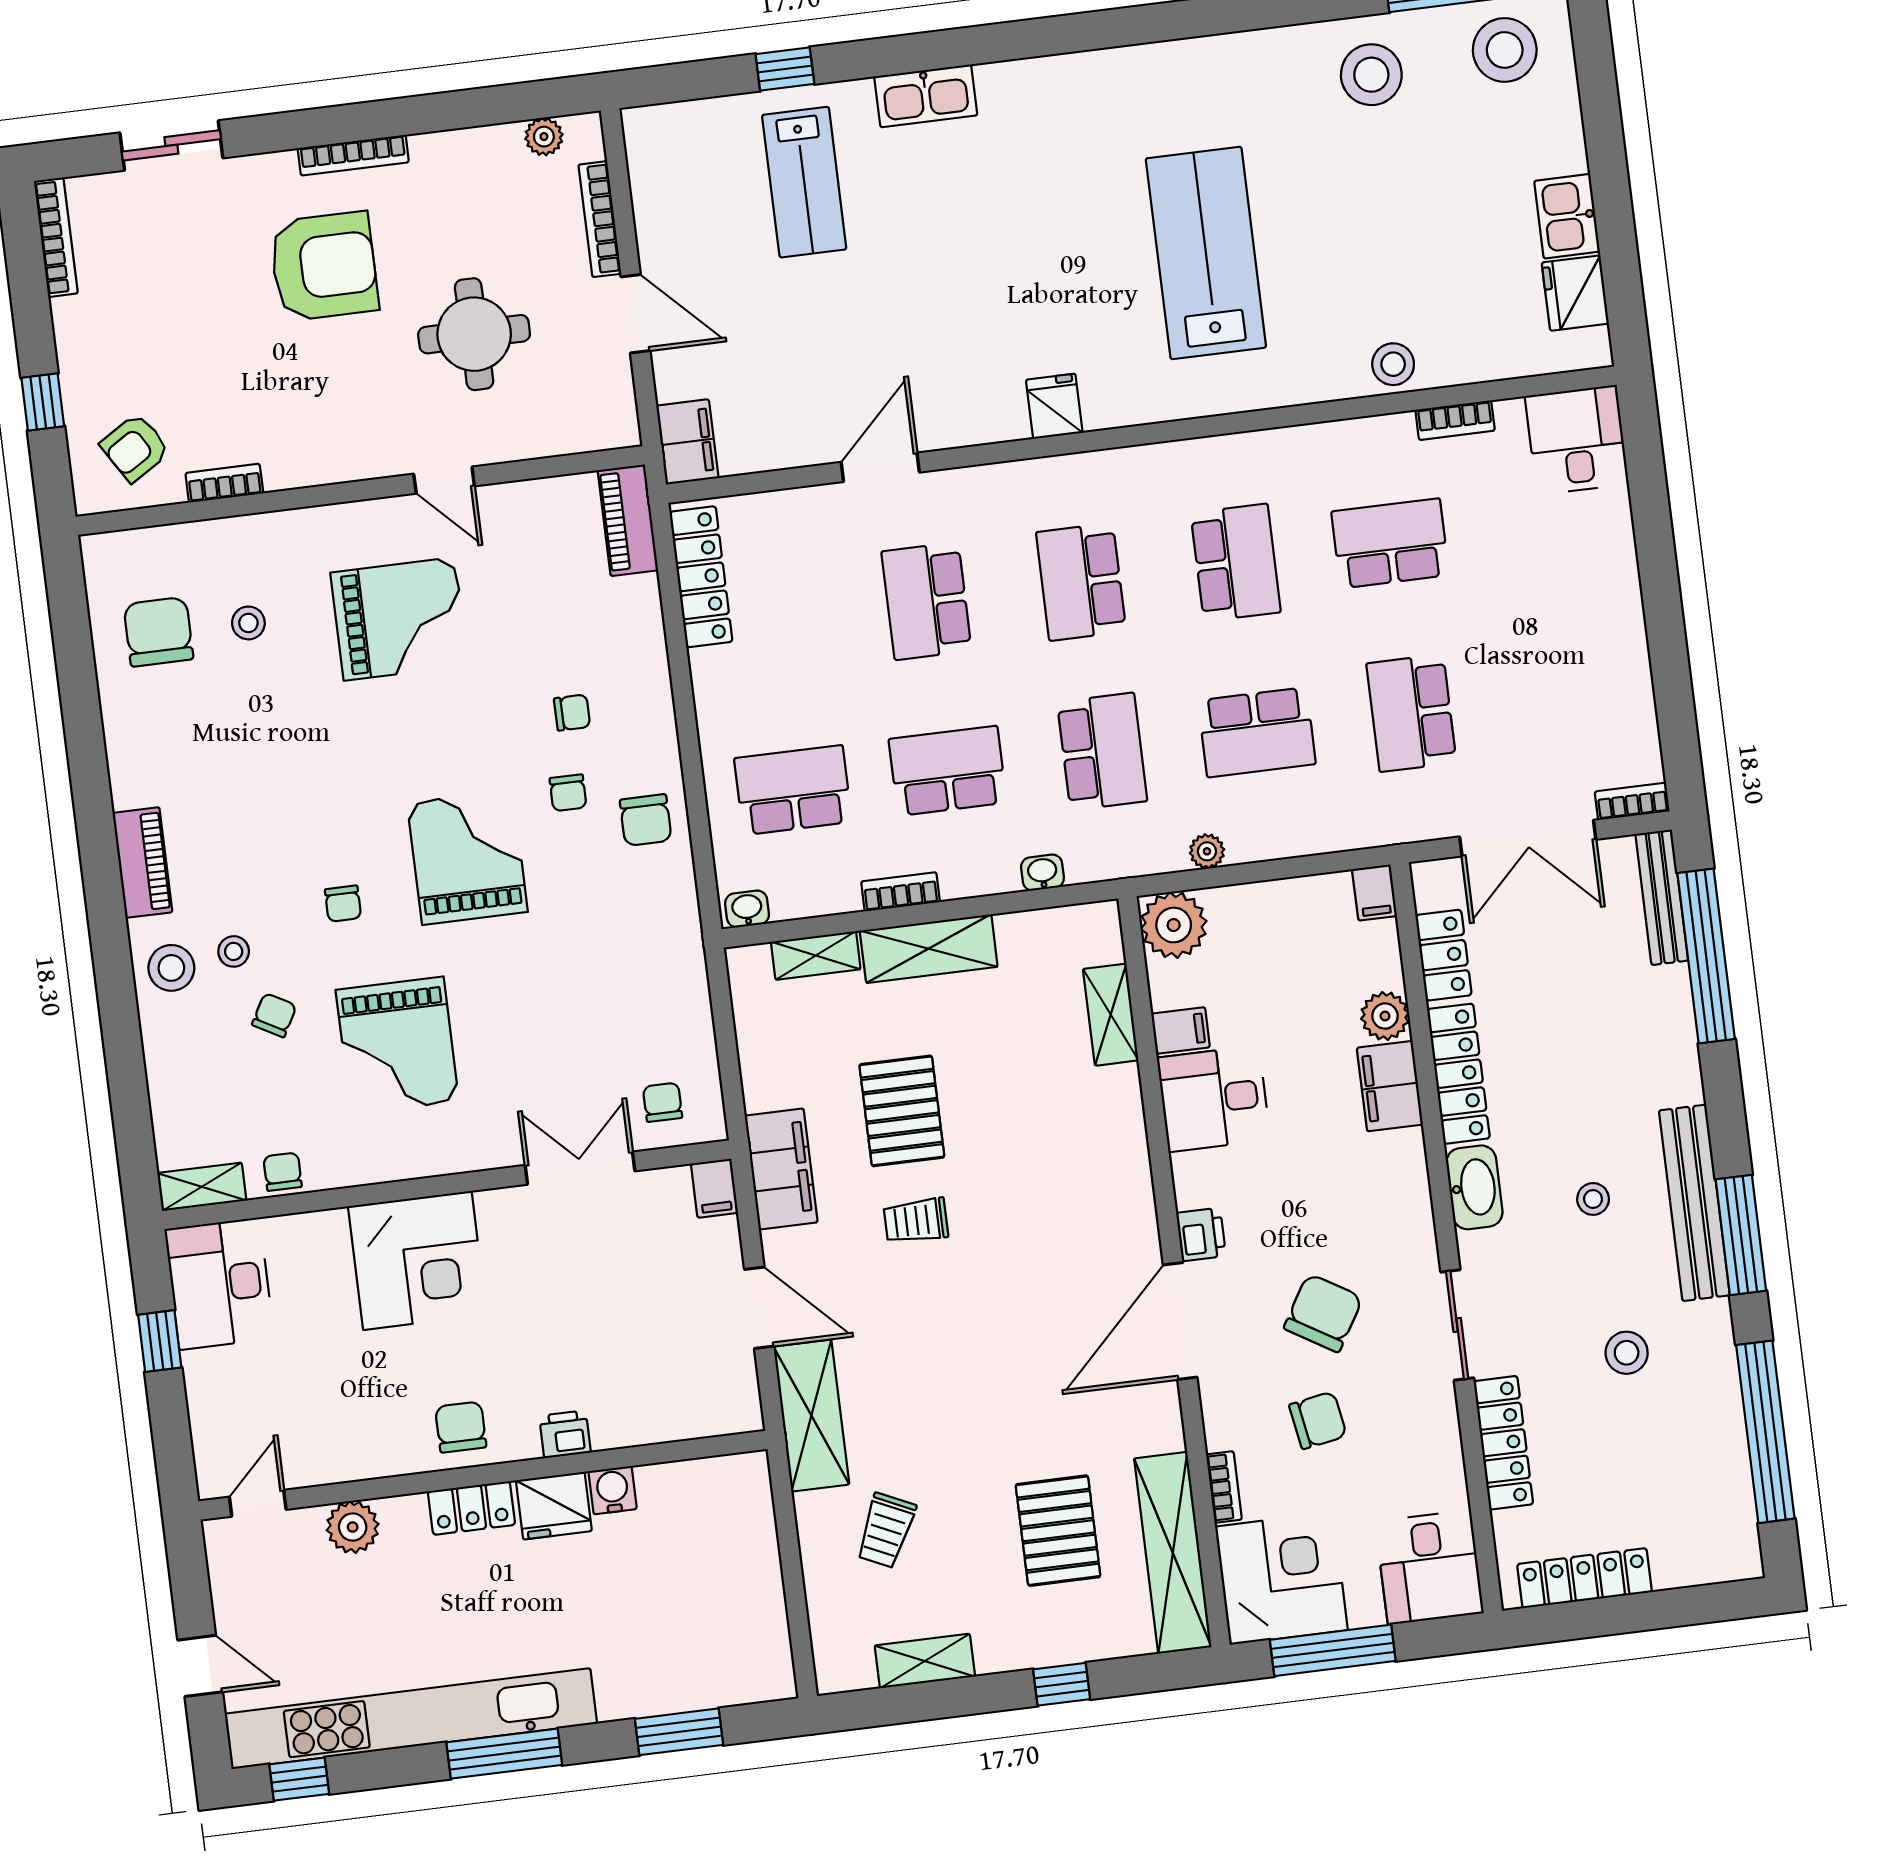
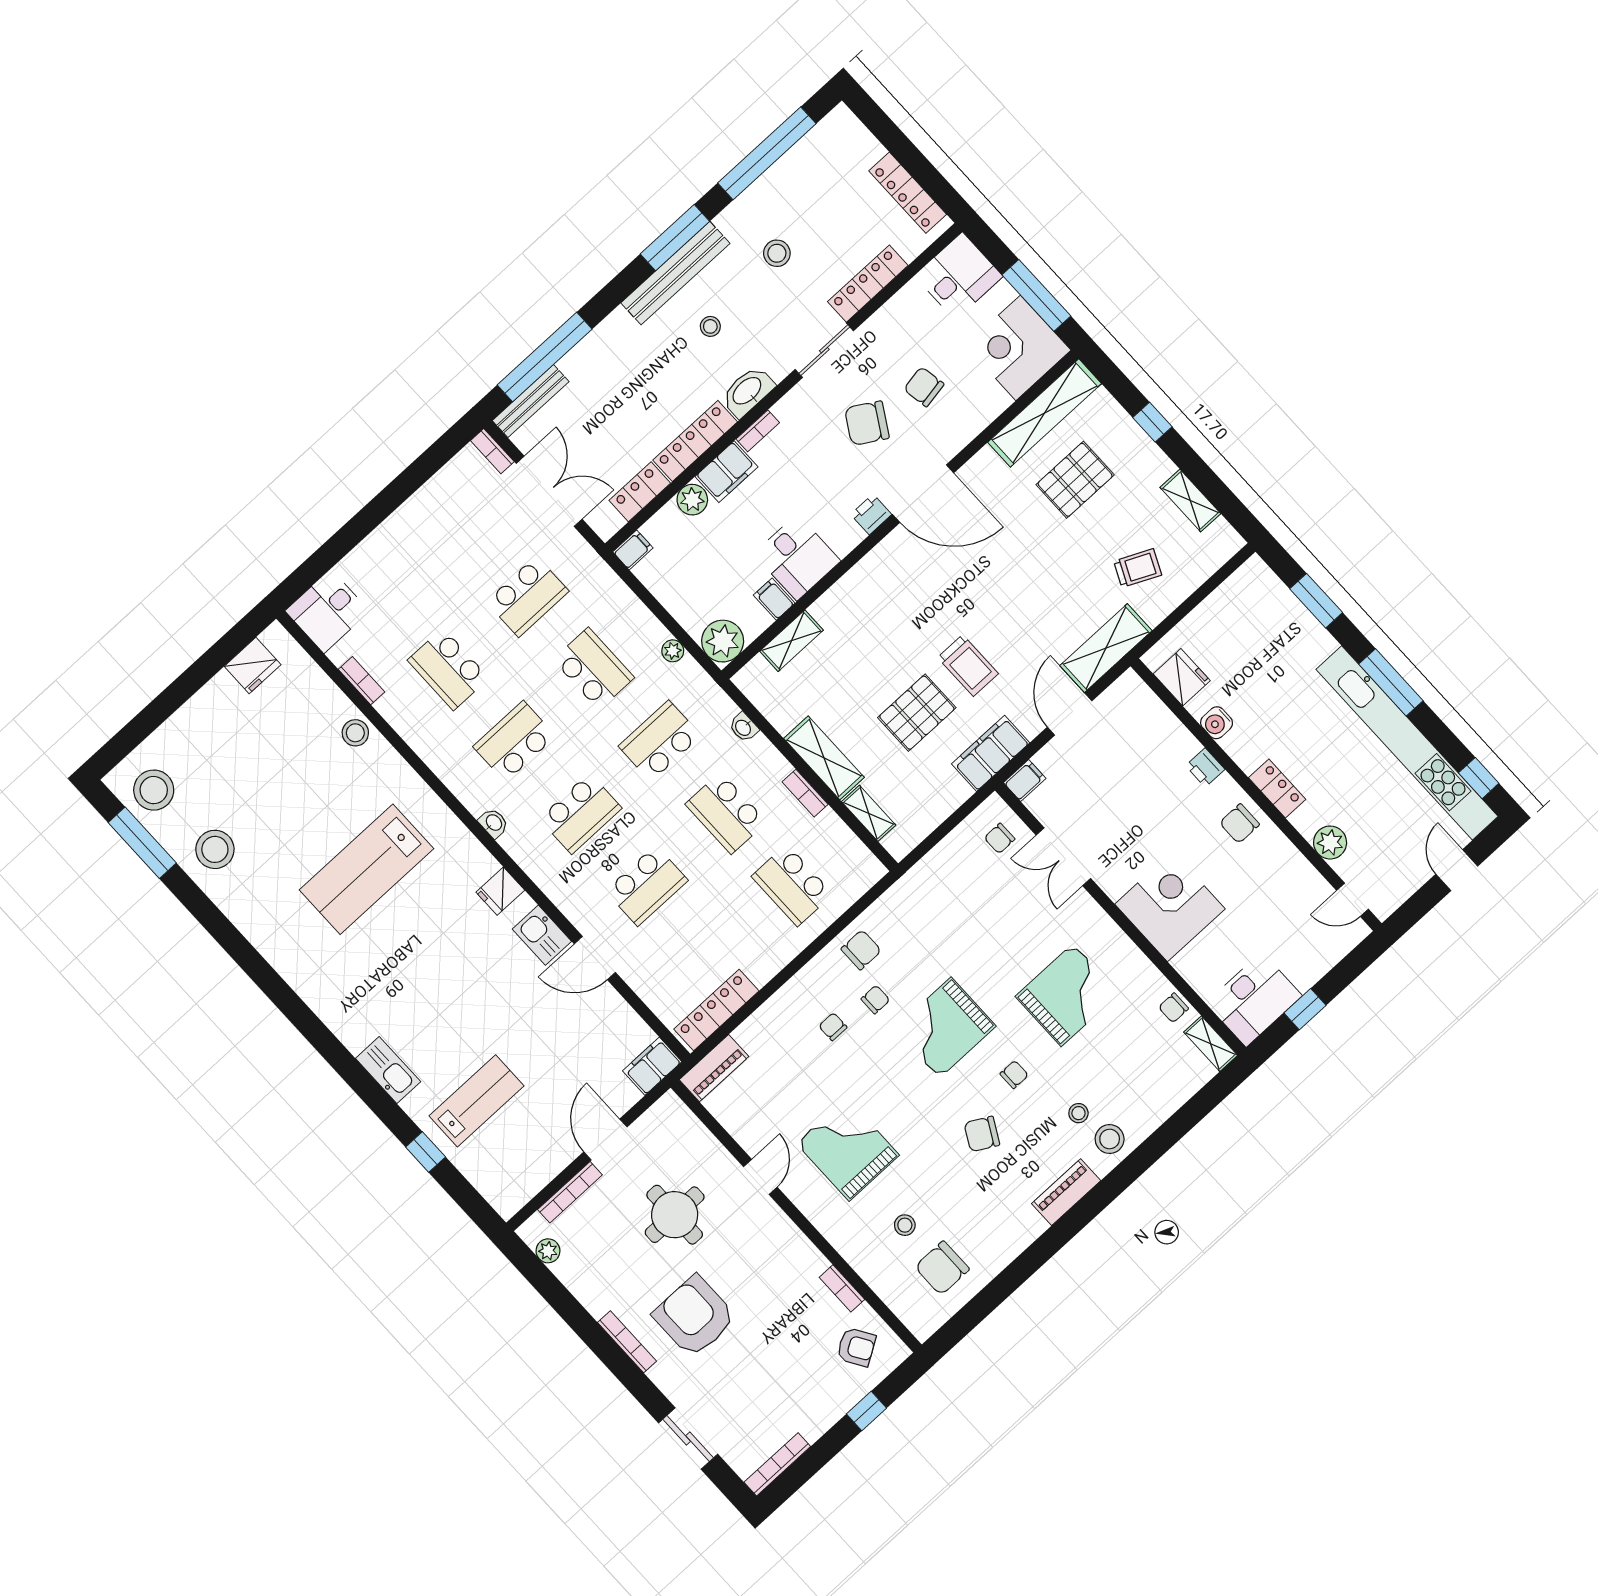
kitchen sink: (1567, 216) -> (542, 935), moved, turned 90
washbasin: (747, 909) -> (494, 823), moved, turned 180
chair: (274, 1015) -> (982, 1134), moved, width x1.37, depth x1.37
trolley: (916, 1221) -> (968, 666), width x1.36, depth x1.39
bookcase: (1224, 1487) -> (758, 431), moved, turned 180
fridge: (554, 1506) -> (1182, 677), moved

